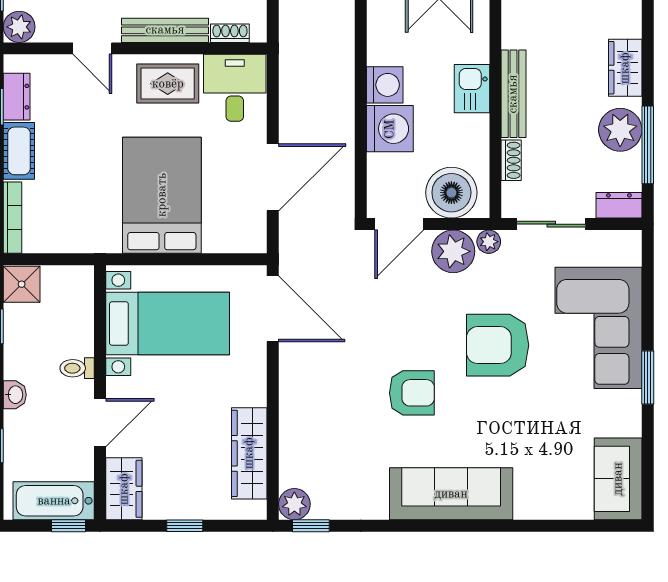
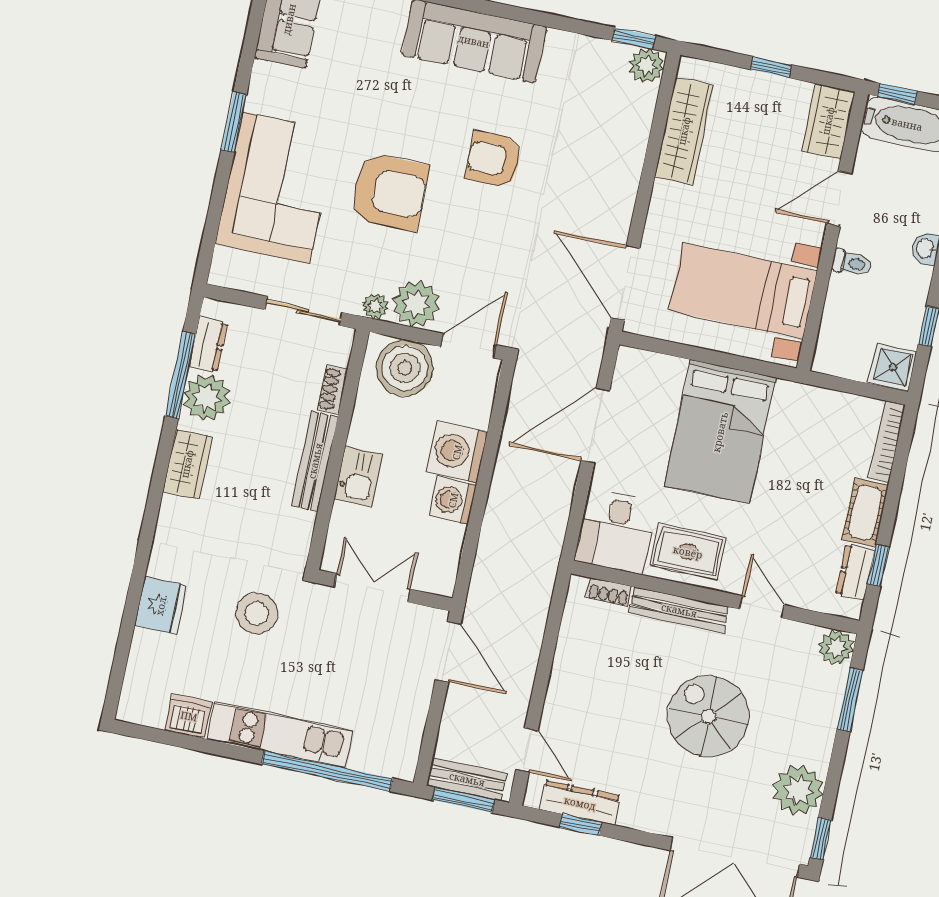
dresser: (619, 205) -> (208, 345), moved, turned -90

